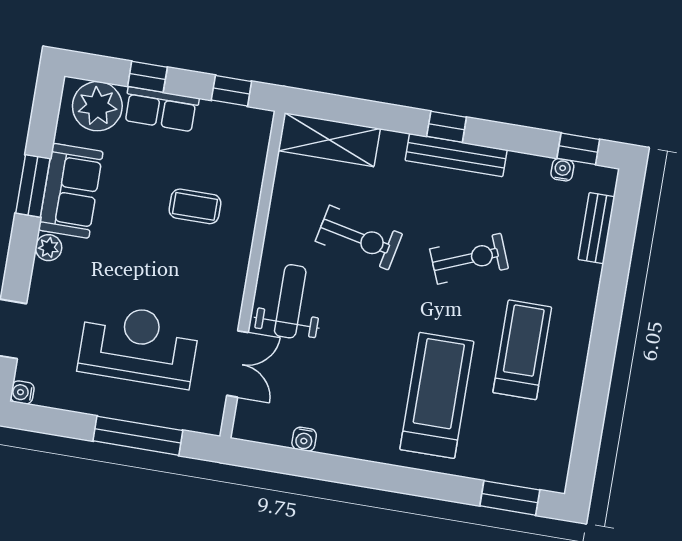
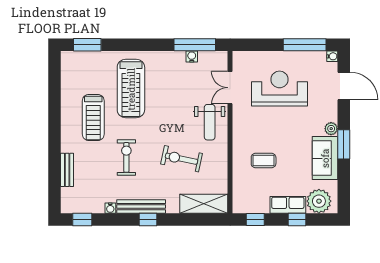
water cooler: (562, 170) -> (110, 208), moved
window: (33, 186) -> (344, 144), moved
bench: (597, 228) -> (67, 170), moved
exercise bike: (469, 259) -> (126, 157), turned 112
reception desk: (139, 345) -> (280, 89), turned 180
window: (138, 436) -> (305, 45), moved
window: (294, 462) -> (195, 45), added

